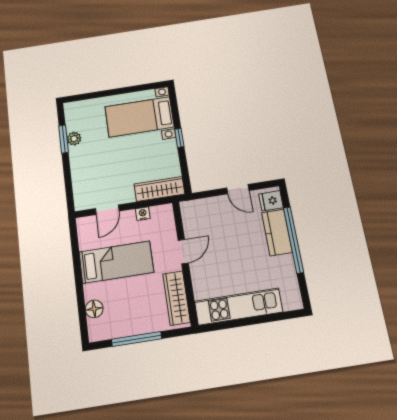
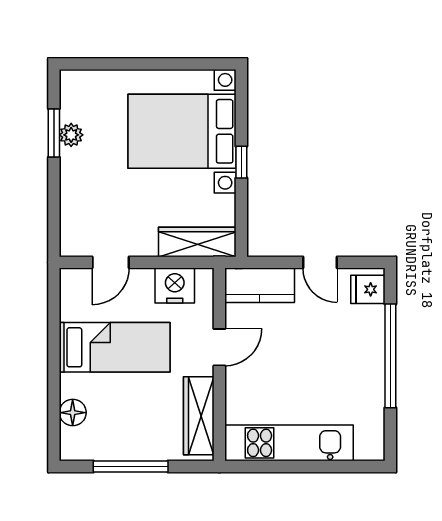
bed with nightstands: (139, 117) -> (182, 131), width x1.36
nightstand: (143, 214) -> (175, 286), width x1.89, depth x1.79
kitchen counter: (277, 232) -> (260, 285), moved, turned -90

